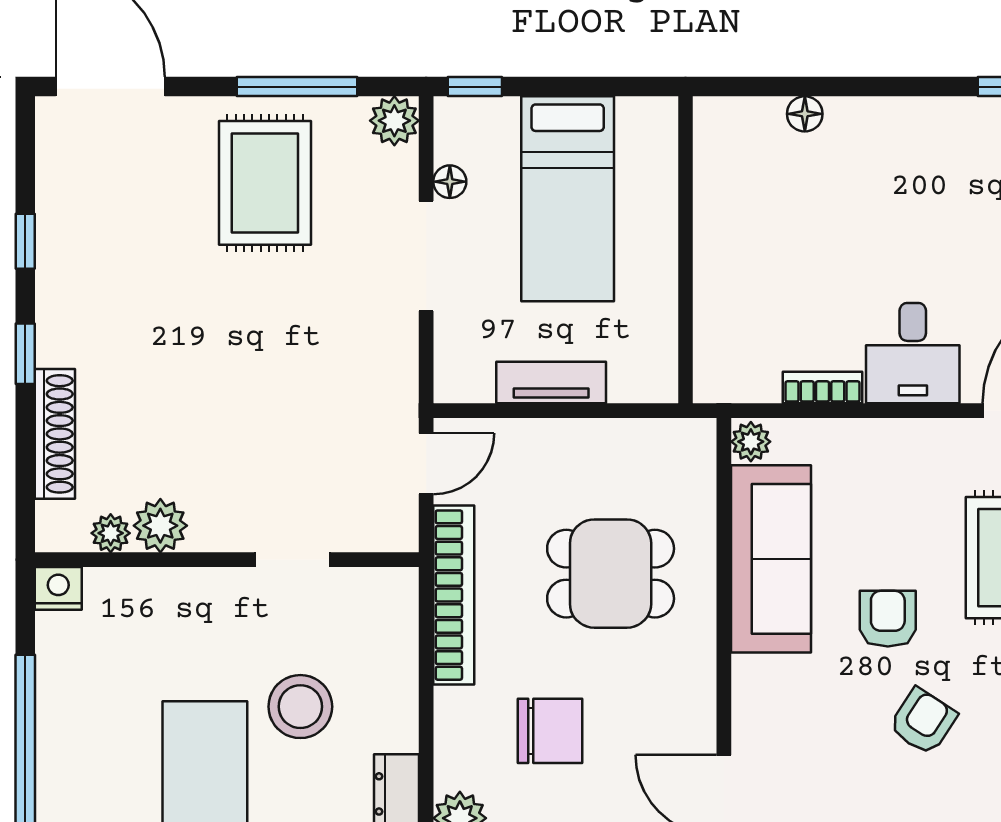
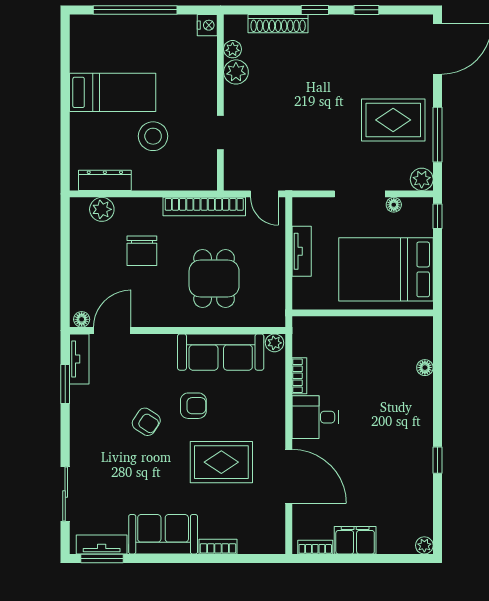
bed: (568, 199) -> (386, 269), width x1.50

